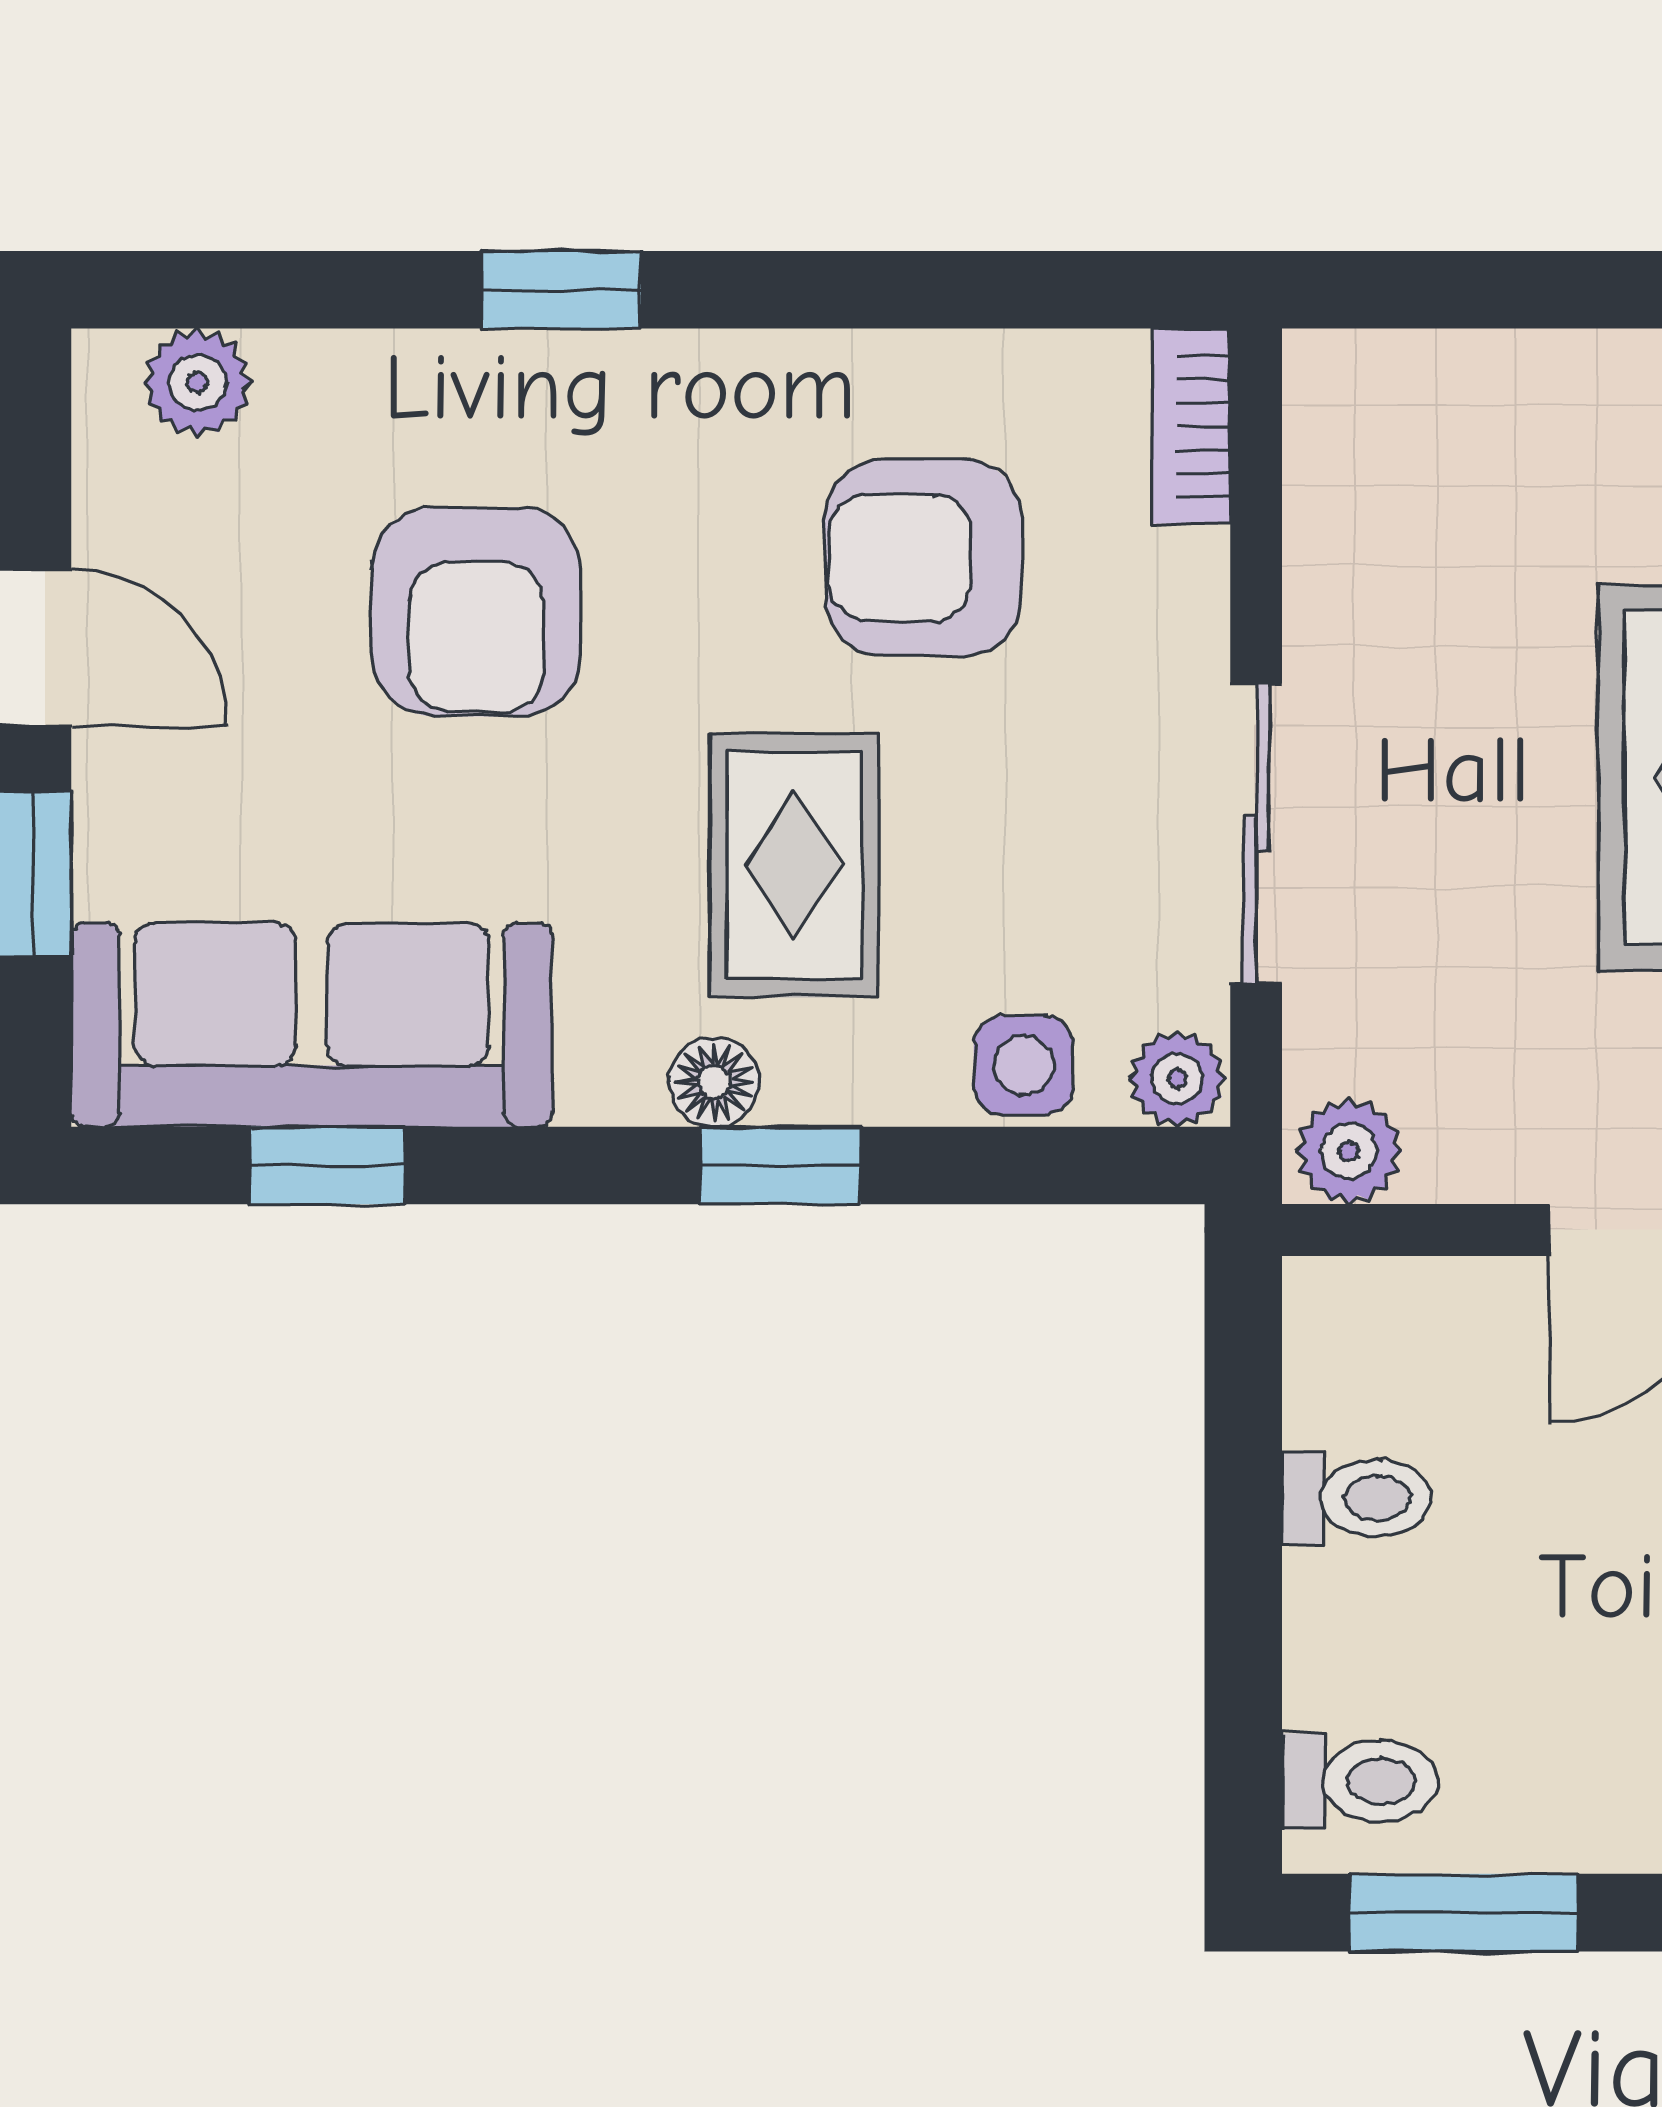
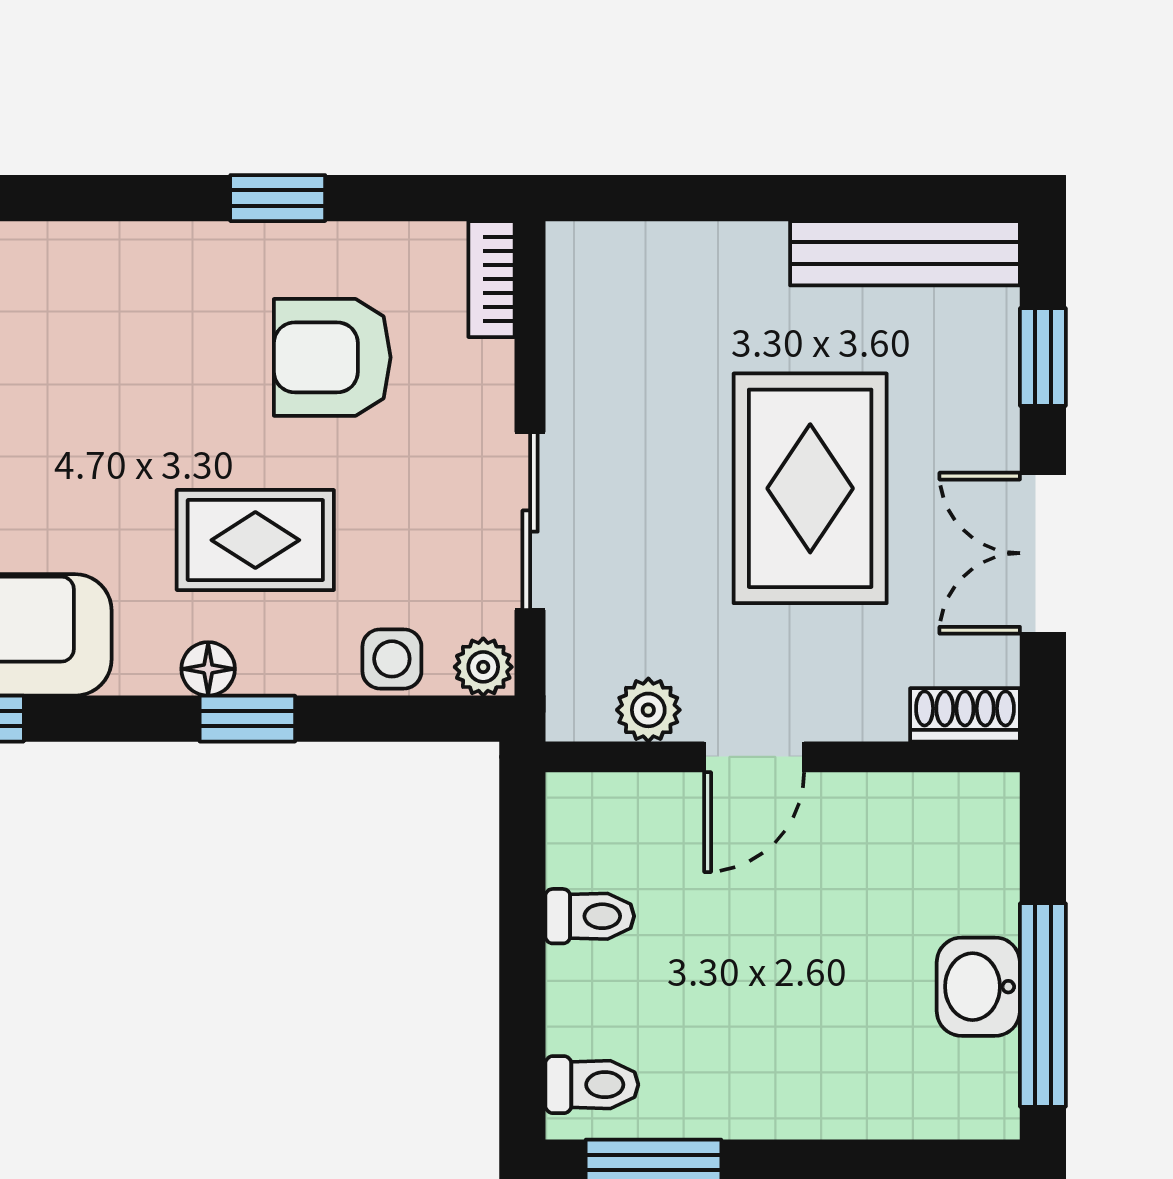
window: (561, 290) -> (278, 198), moved
armchair: (476, 612) -> (67, 389), removed
rug: (794, 865) -> (255, 540), turned 90
plant: (1349, 1151) -> (648, 710), moved

